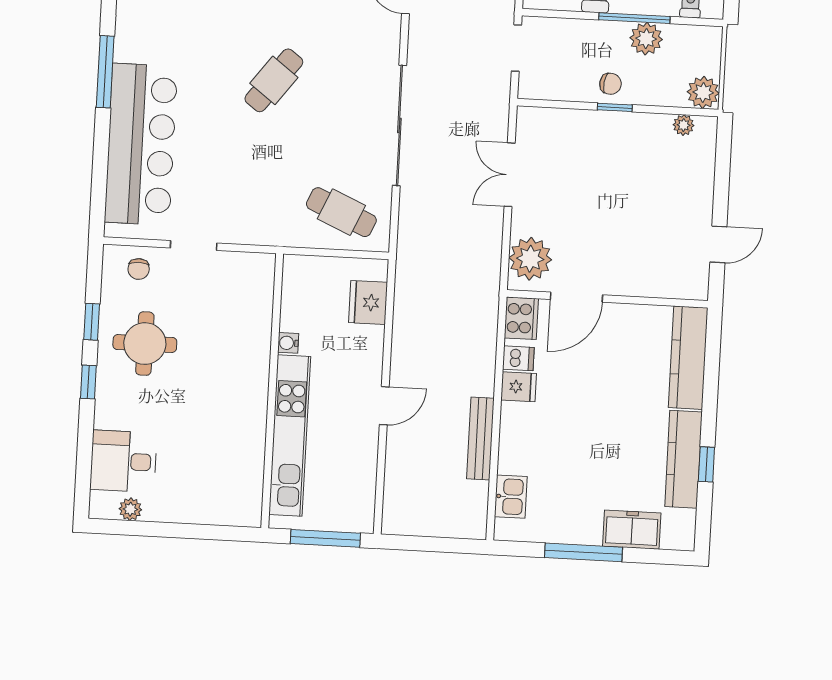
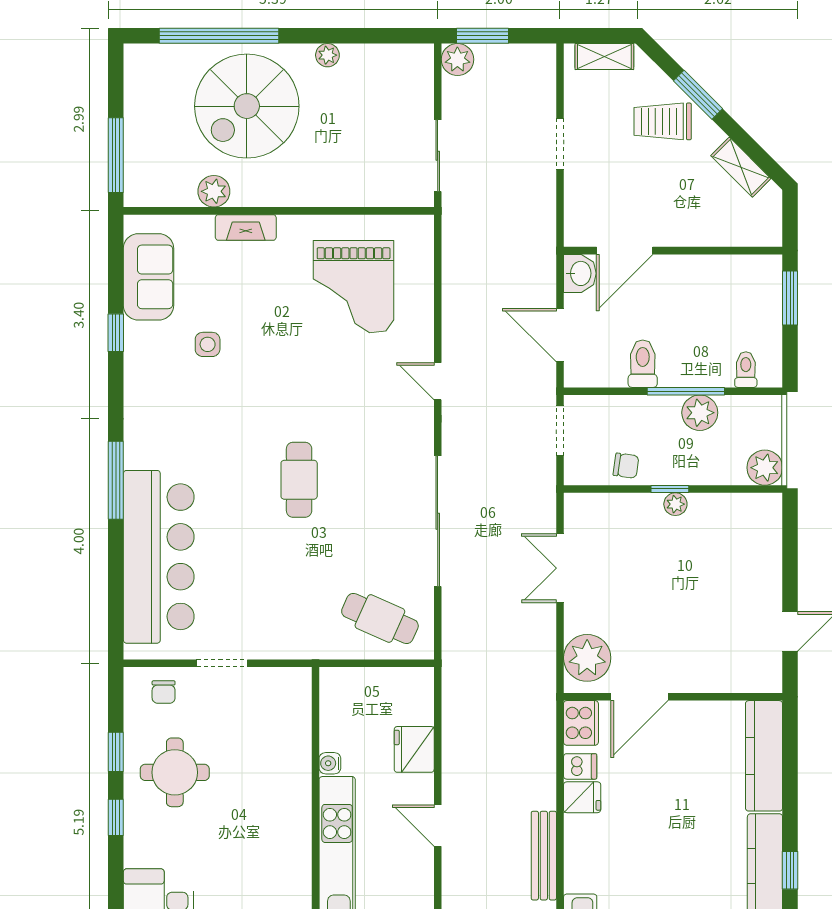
cafe table: (274, 80) -> (299, 480), turned -37
chair: (610, 84) -> (626, 466), moved
plant: (684, 125) -> (675, 504), moved
fridge: (368, 302) -> (414, 749), moved
door: (384, 406) -> (438, 826), swing flipped

